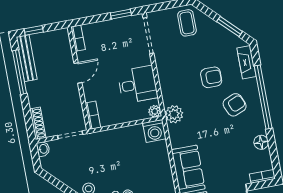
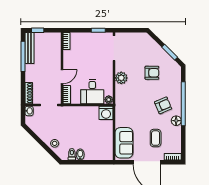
coffee table: (187, 23) -> (156, 138), moved
fireplace: (247, 62) -> (176, 78), removed
door: (78, 73) -> (62, 77), moved
armchair: (211, 77) -> (152, 73), moved
desk: (138, 84) -> (92, 92), moved, turned 90
plant: (174, 114) -> (121, 78), moved
floor lamp: (261, 142) -> (176, 121), moved

